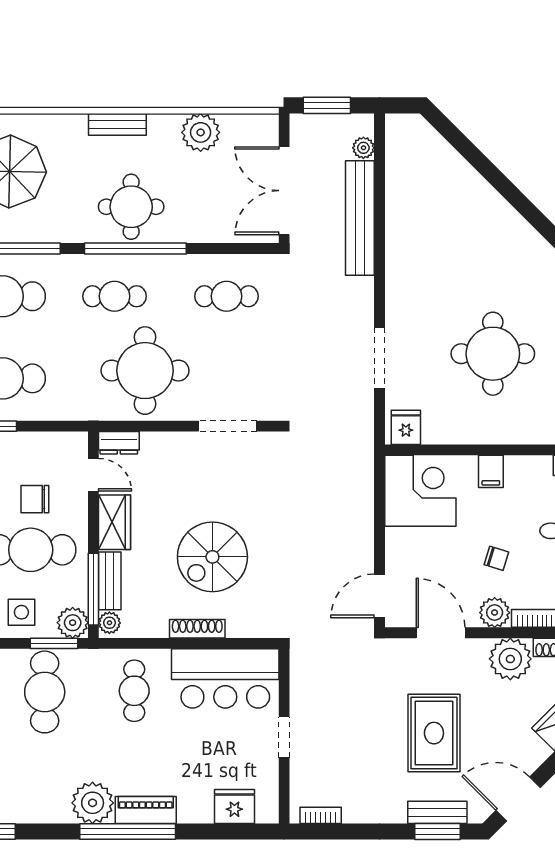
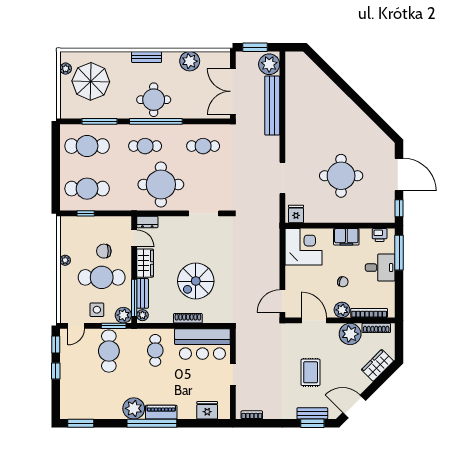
plant: (363, 148) -> (269, 64), width x1.88, depth x1.88
filing cabinet: (491, 471) -> (346, 237), width x2.00
rug: (434, 733) -> (311, 372), width x0.73, depth x0.70

